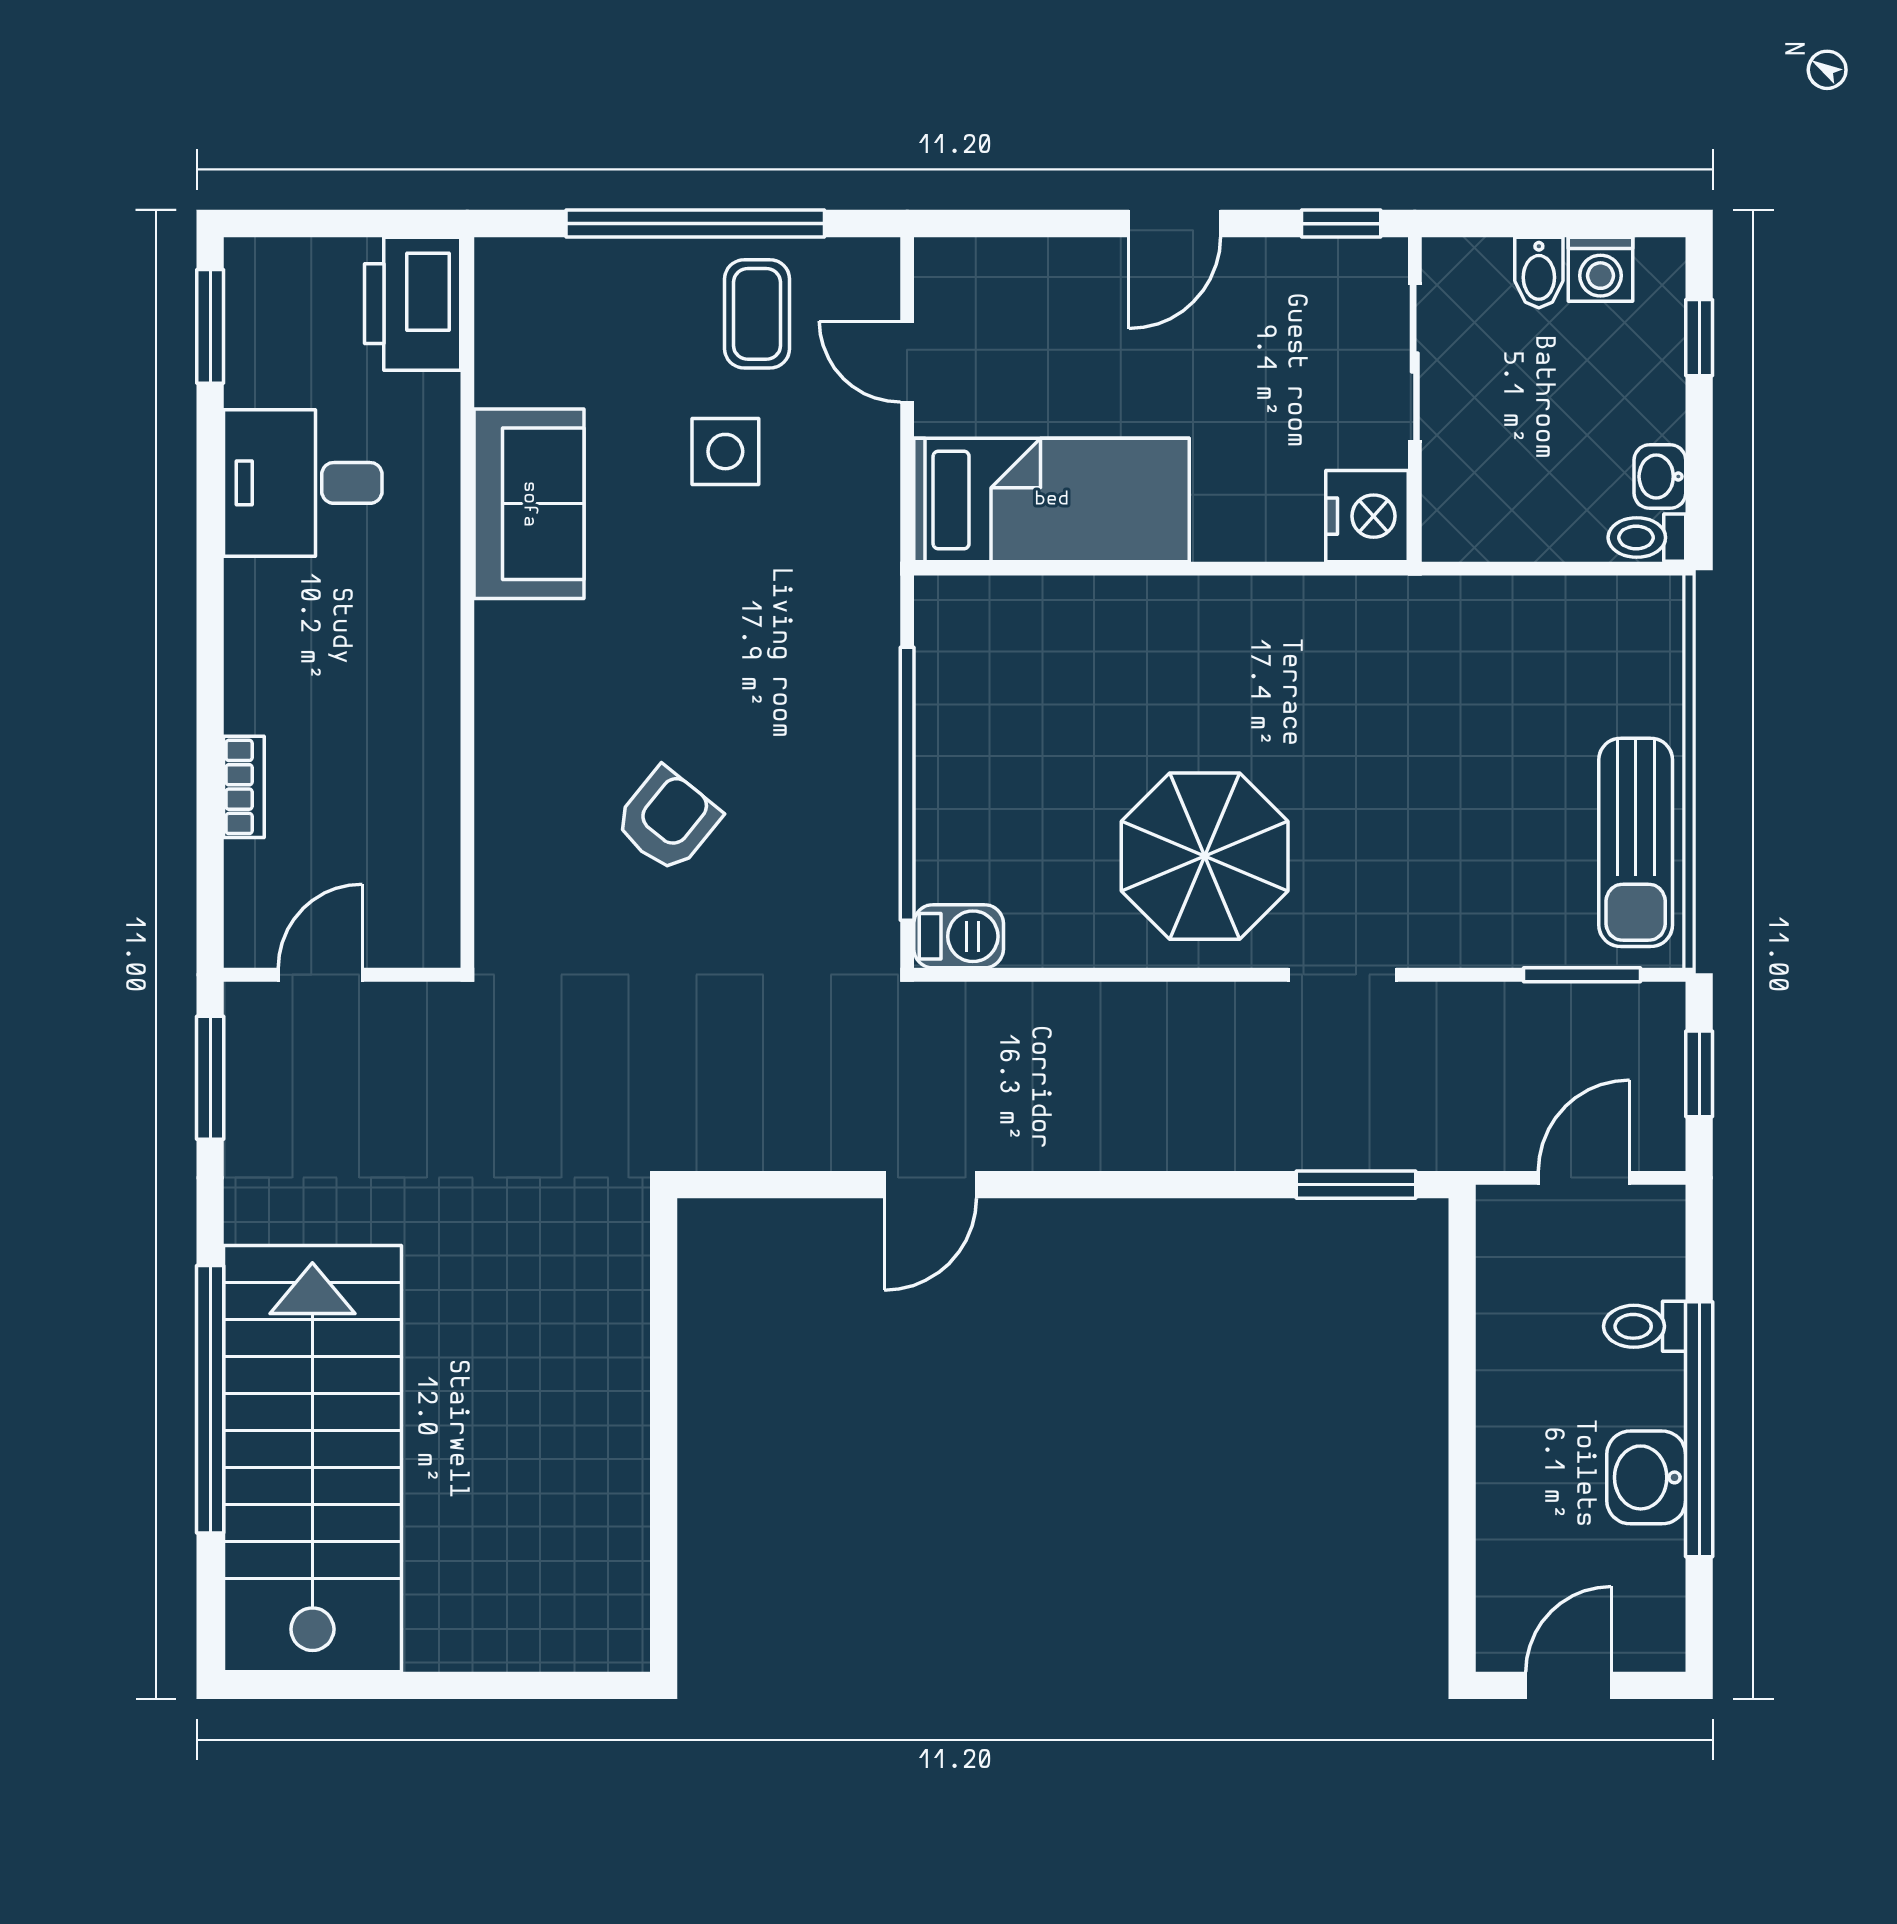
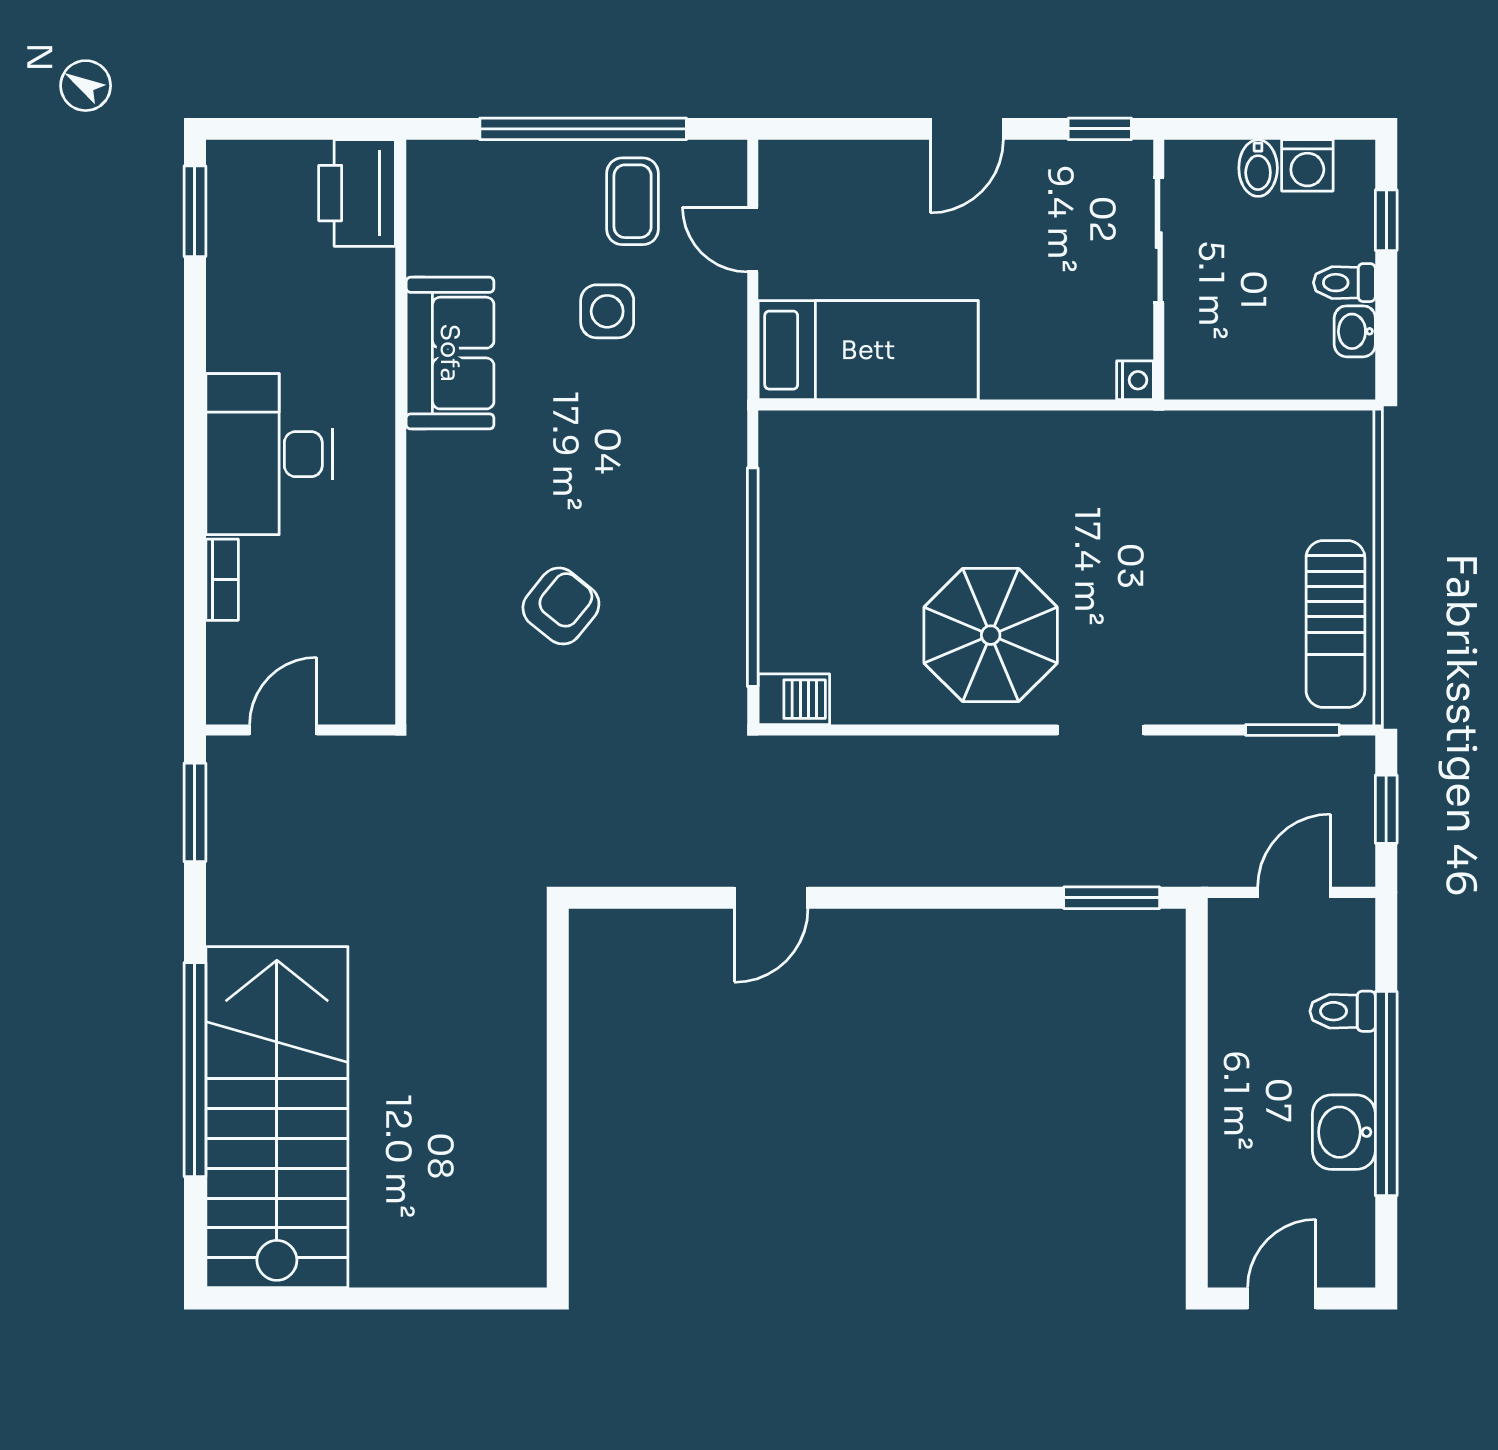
desk: (303, 483) -> (269, 454), moved, width x1.37
nightstand: (1367, 516) -> (1135, 380), width x0.53, depth x0.56
toilet: (1647, 538) -> (1344, 283), moved

